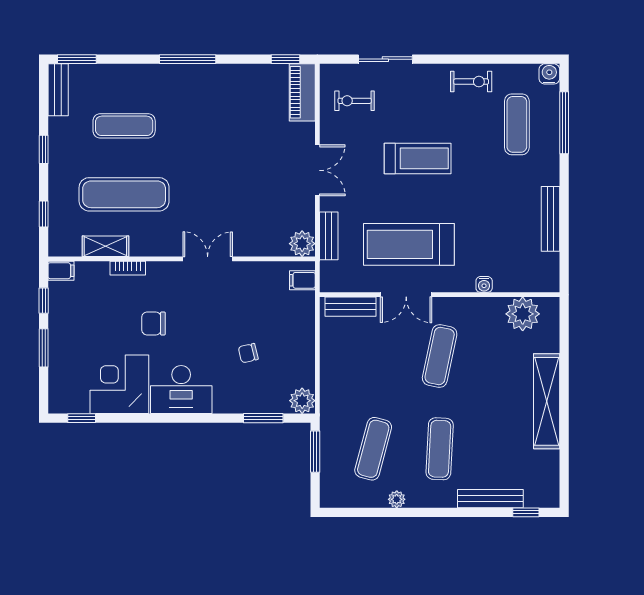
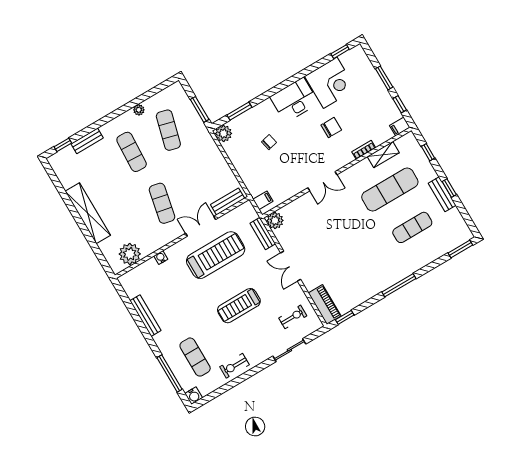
bench: (58, 90) -> (442, 194), moved
bench: (490, 499) -> (87, 141), width x0.73

